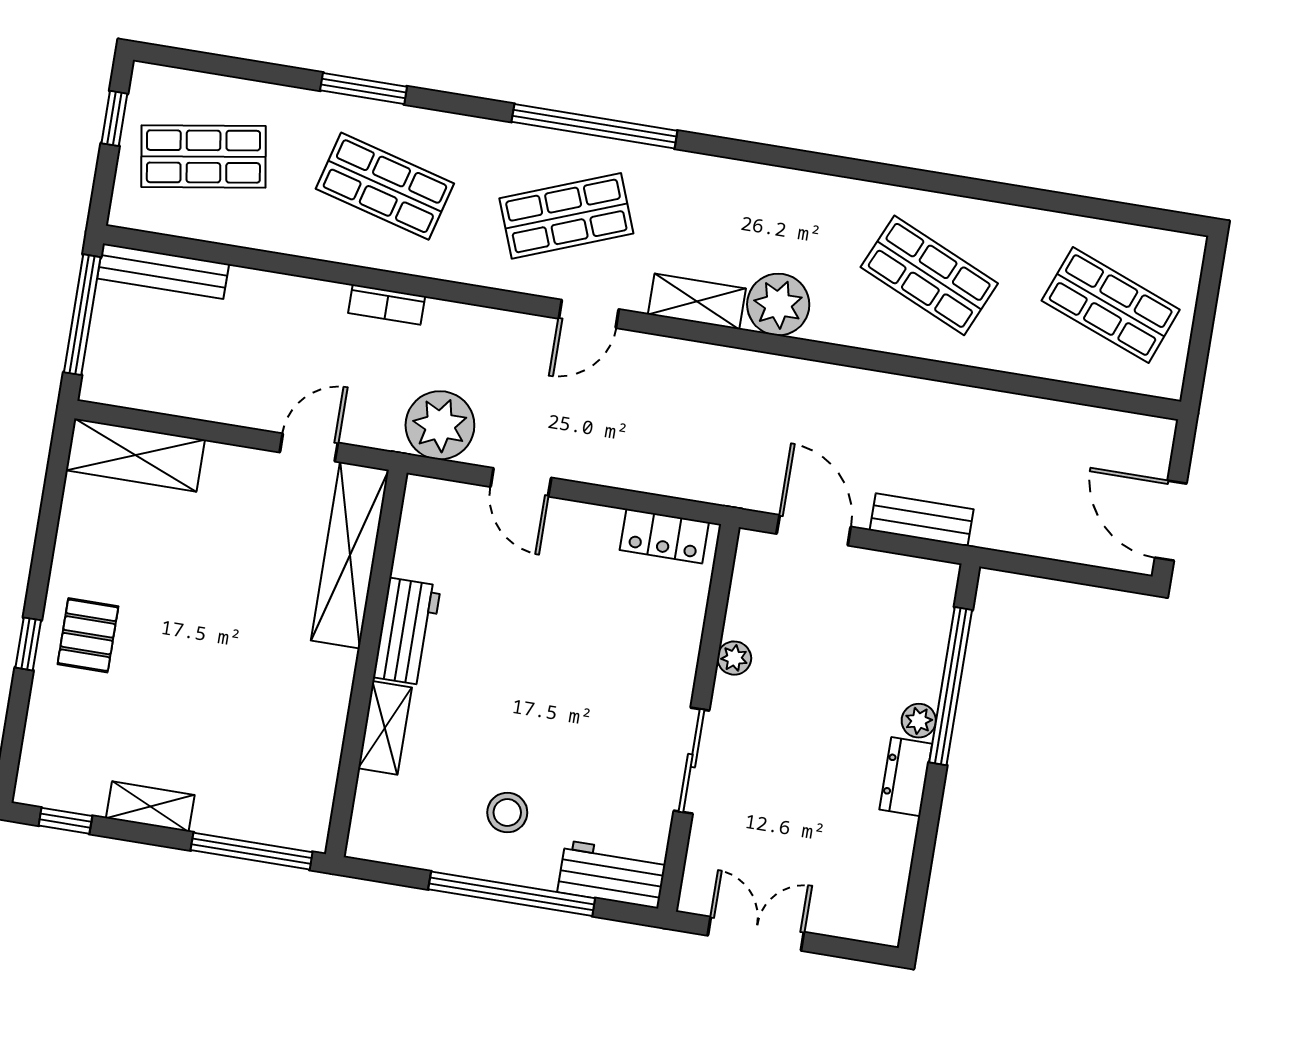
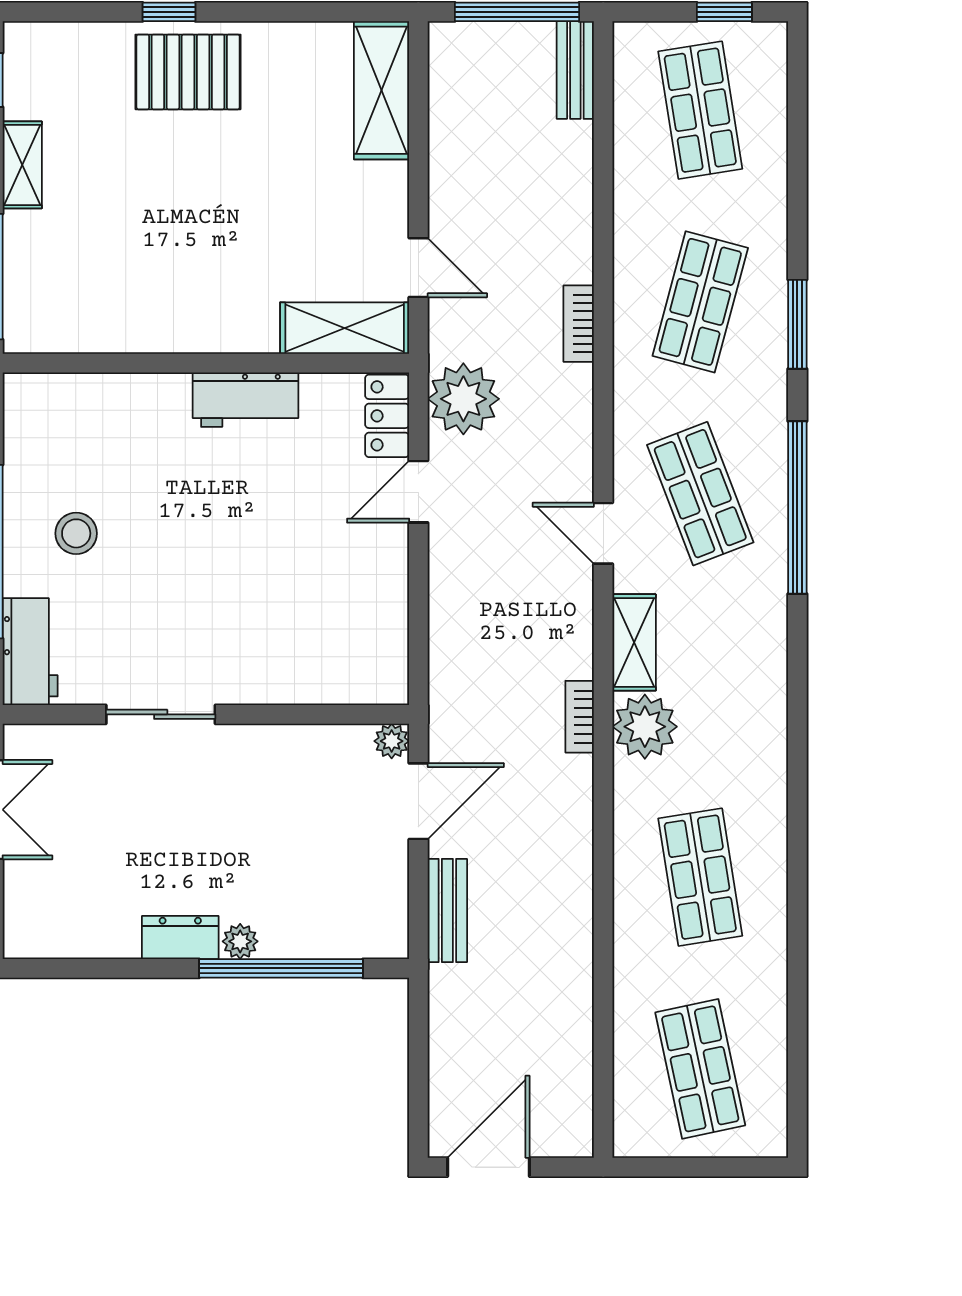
window: (364, 88) -> (797, 324), moved
bench: (163, 271) -> (575, 70), width x0.73
shop shelf: (929, 275) -> (700, 877), turned -33
shop shelf: (1111, 305) -> (700, 1069), turned -33
bookcase: (759, 365) -> (580, 717), added
locker: (664, 536) -> (387, 416), moved
shelving: (350, 555) -> (345, 328), width x0.68
pallet: (88, 635) -> (188, 72), width x1.50, depth x1.42
plant: (734, 658) -> (392, 741), moved
shelving: (385, 728) -> (143, 393), removed

